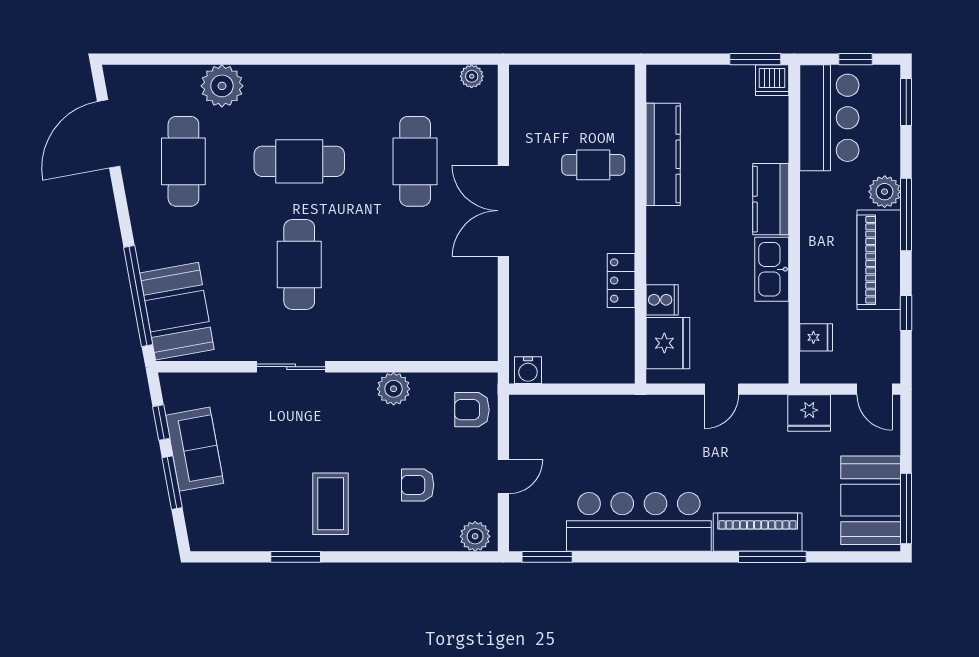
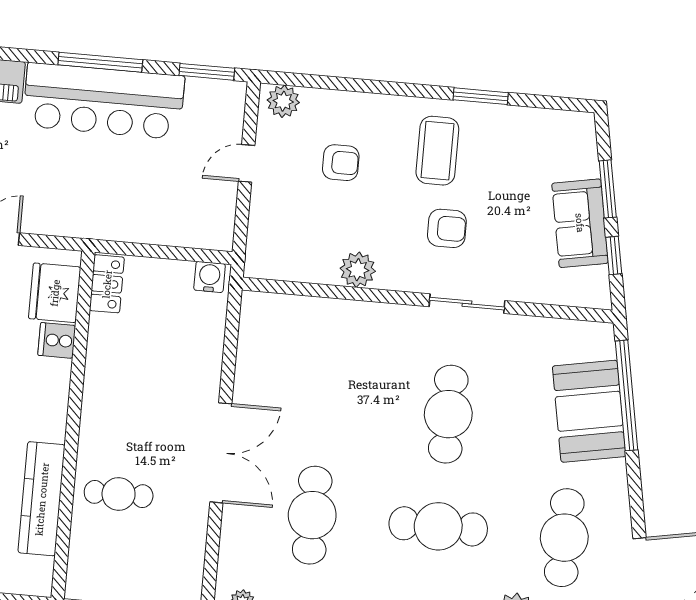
locker: (621, 280) -> (107, 284), moved
booth: (177, 311) -> (589, 411), moved
armchair: (472, 410) -> (447, 228), moved
window: (645, 557) -> (100, 62), added

